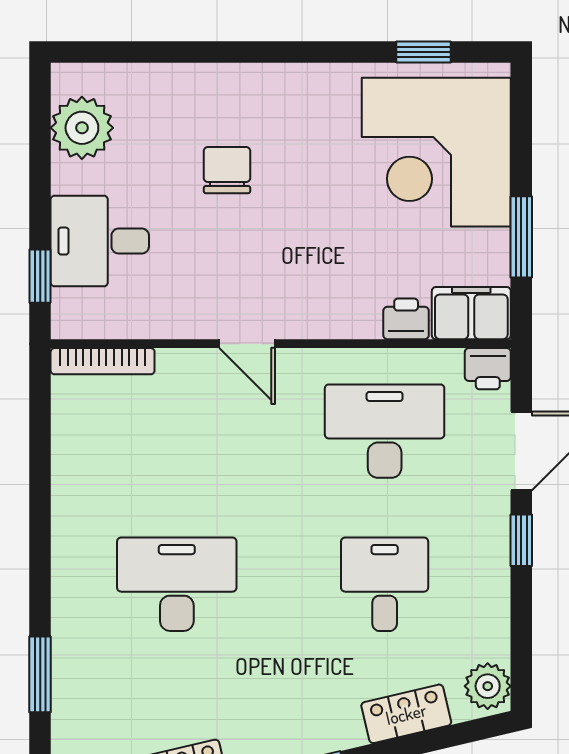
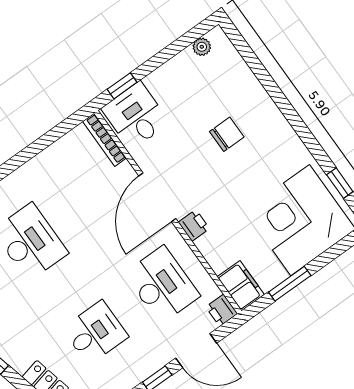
plant: (82, 128) -> (202, 47), width x0.53, depth x0.53
desk: (100, 241) -> (136, 116), moved
printer: (406, 319) -> (194, 225), moved
door: (247, 344) -> (157, 197), width x1.88

